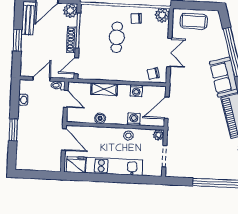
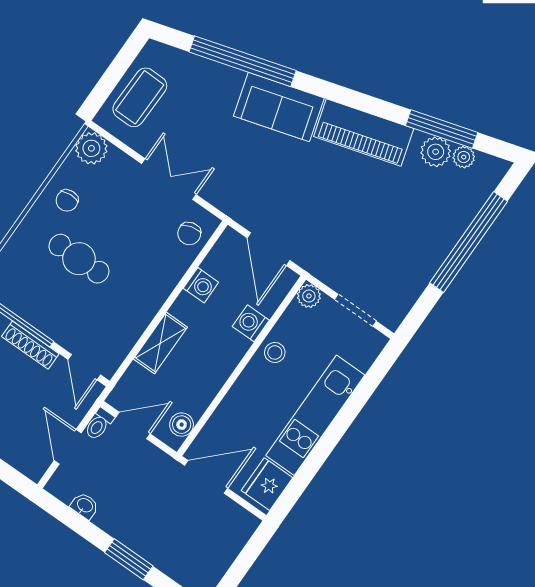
boiler: (100, 118) -> (182, 425), moved

